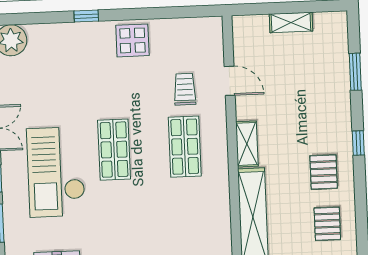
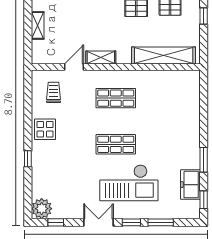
trolley: (185, 89) -> (54, 92), moved, turned 90
shelving: (247, 144) -> (101, 58), moved

